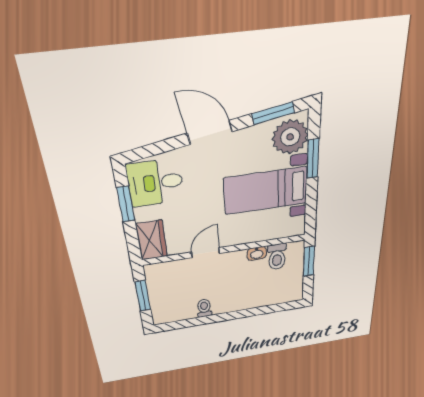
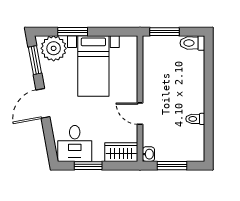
washbasin: (257, 254) -> (148, 154), moved
toilet: (277, 257) -> (192, 43), moved, turned 180

